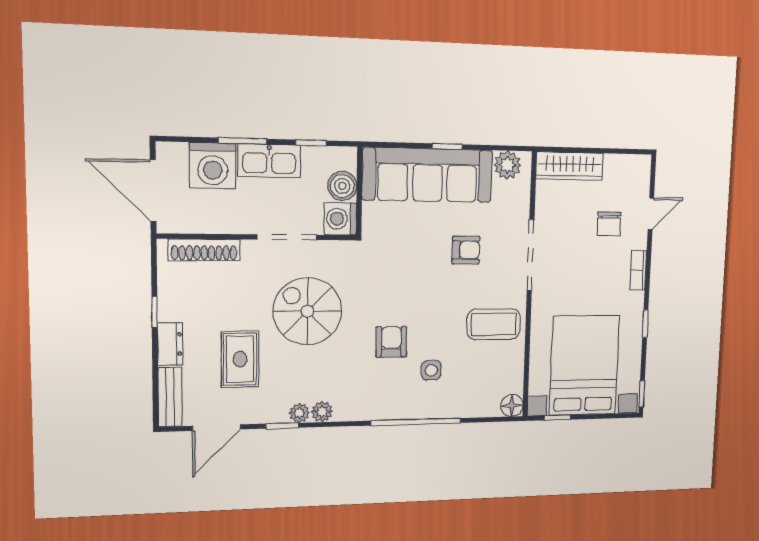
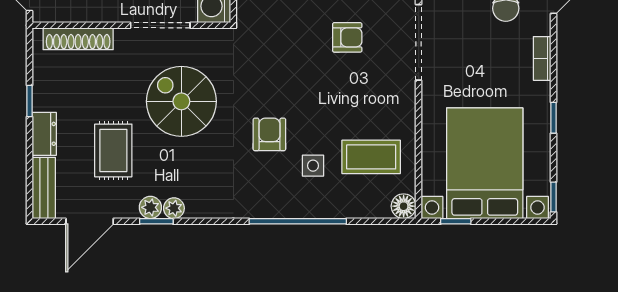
coffee table: (494, 324) -> (371, 157), moved
plant: (322, 412) -> (150, 207), moved

